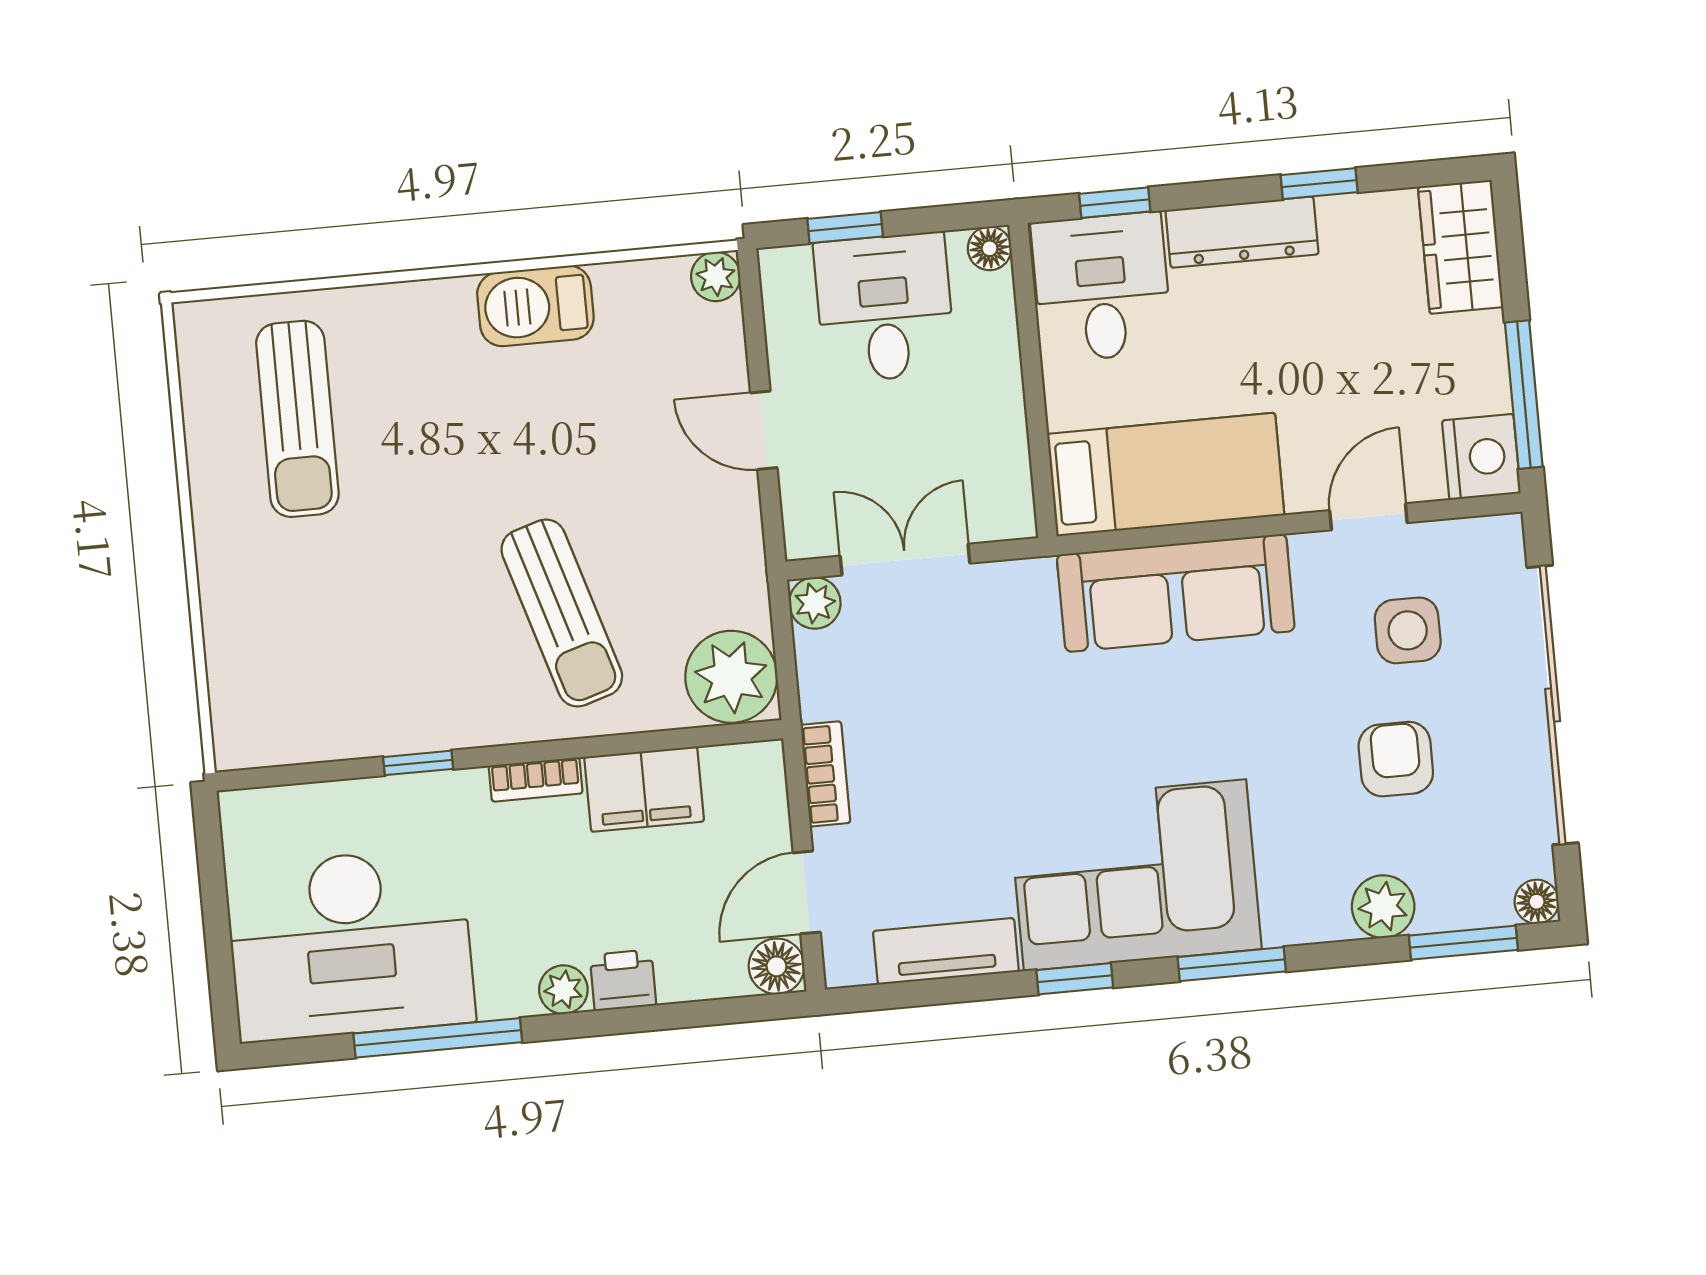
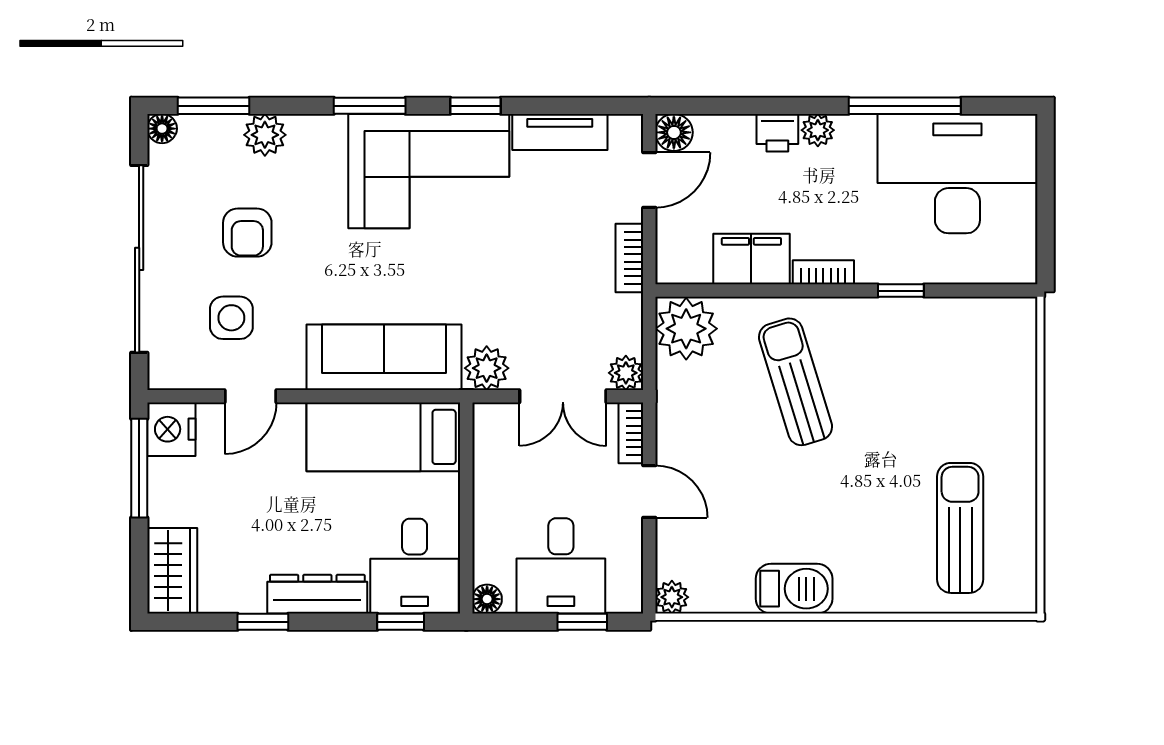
bookcase: (799, 515) -> (631, 433), added
plant: (1022, 591) -> (487, 368), added

